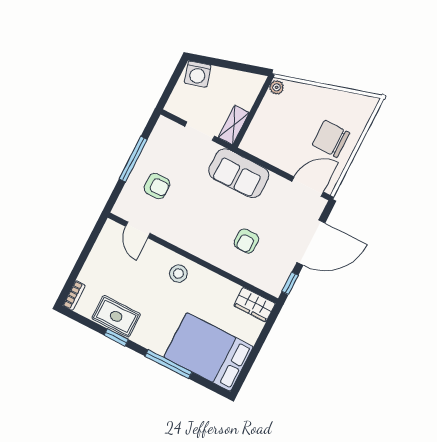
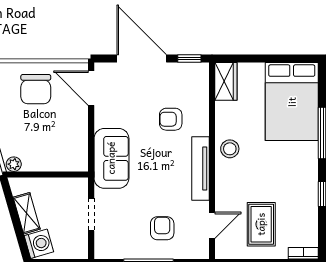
shelving: (234, 125) -> (27, 213), moved, turned 74
armchair: (246, 241) -> (171, 119), turned 180
tv unit: (191, 245) -> (200, 168), added
stool: (178, 274) -> (230, 149), moved
rug: (116, 316) -> (261, 224), moved

